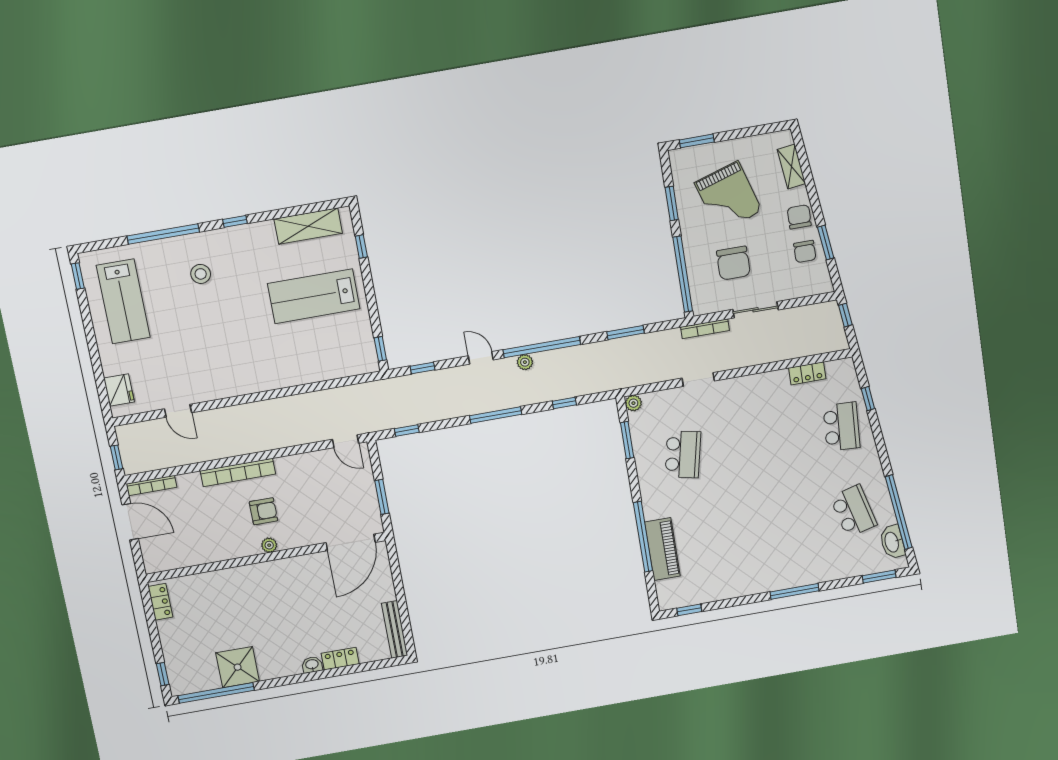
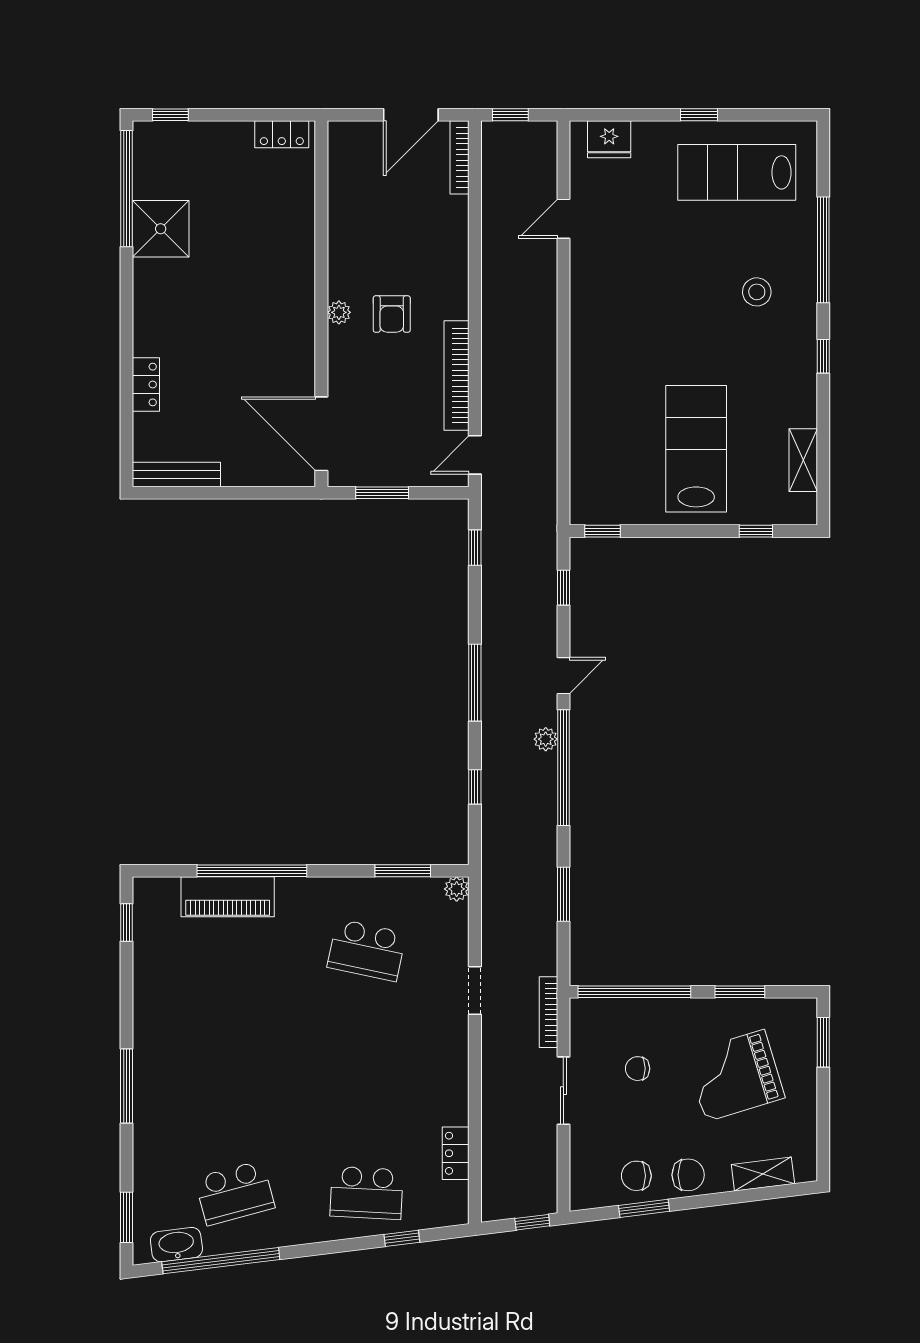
shelving: (308, 226) -> (803, 460), width x0.67, depth x0.75
chair: (733, 263) -> (638, 1069), width x0.54, depth x0.54
window: (78, 276) -> (699, 115), moved
bookcase: (238, 472) -> (457, 375), moved
washbasin: (312, 665) -> (144, 341), removed

